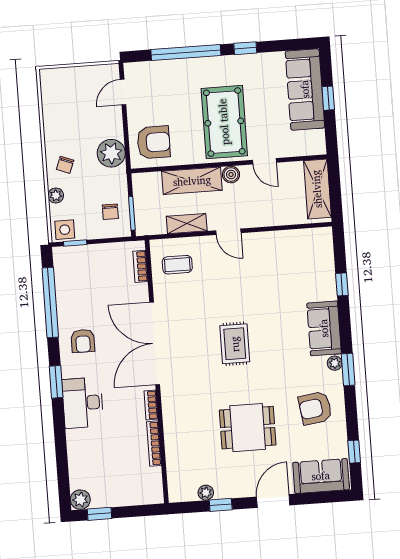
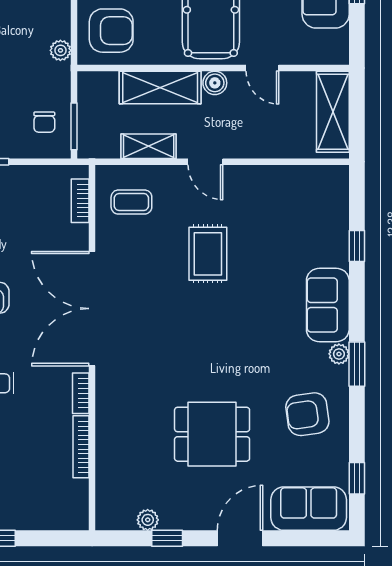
plant: (111, 153) -> (60, 50), width x0.53, depth x0.53
rug: (235, 344) -> (208, 254), moved

